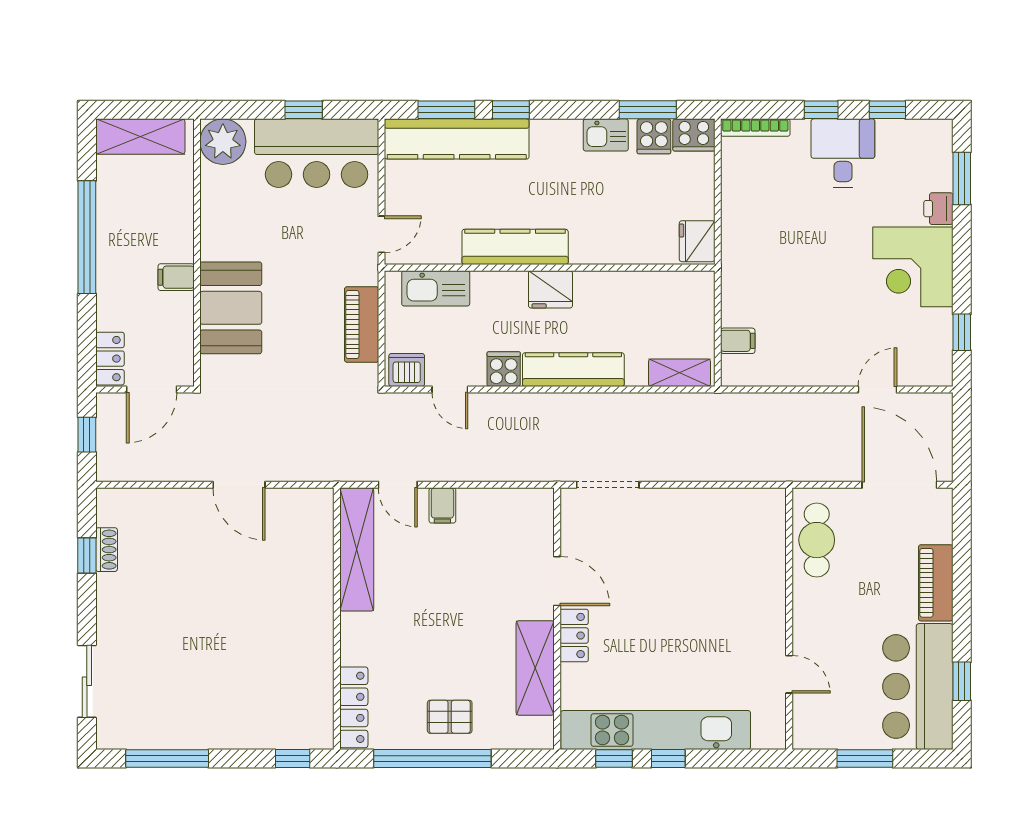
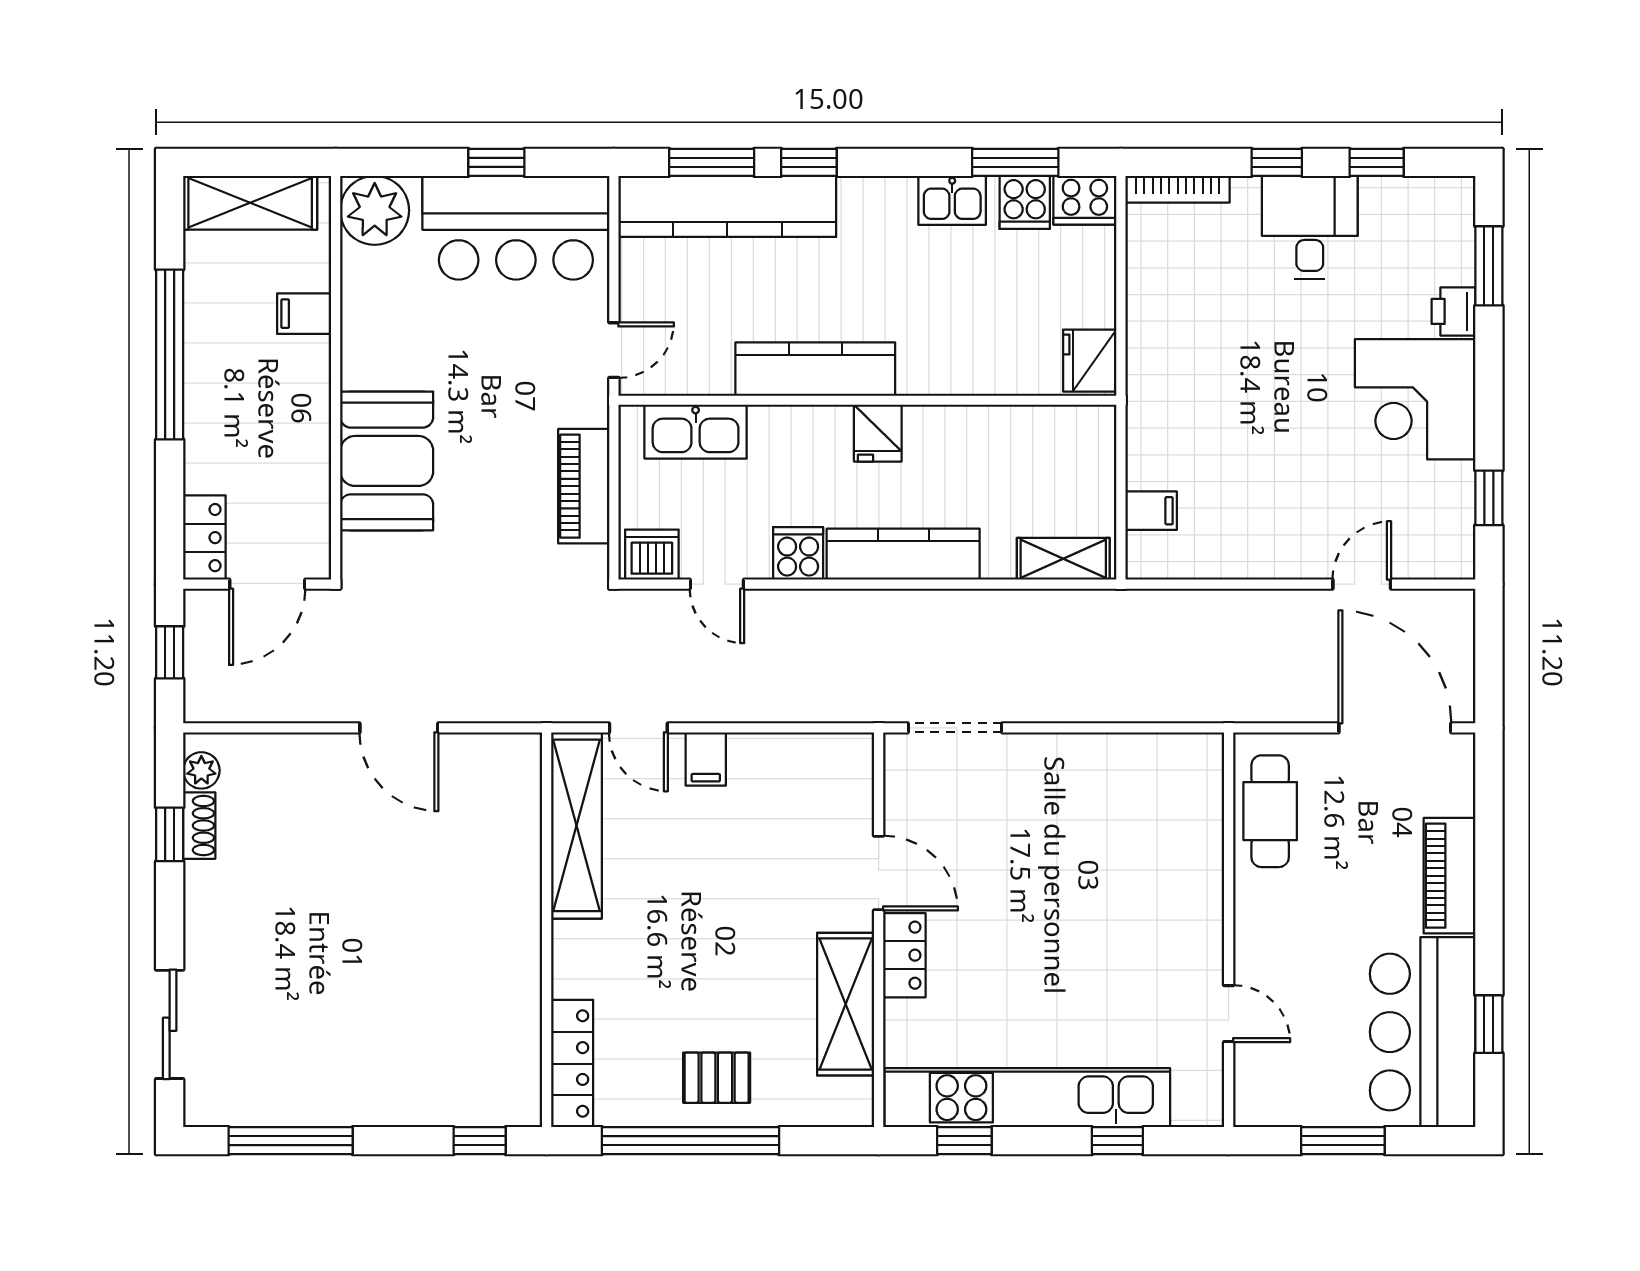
filing cabinet: (176, 277) -> (304, 314), moved
fridge: (550, 289) -> (878, 433), width x0.72
plant: (108, 513) -> (201, 770), added
window: (668, 758) -> (1117, 1141), moved

